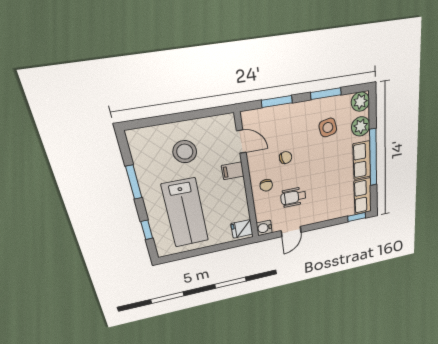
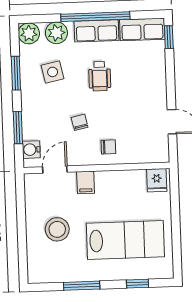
wheelchair: (293, 197) -> (100, 76), moved
water cooler: (264, 228) -> (31, 150), moved, turned 90

